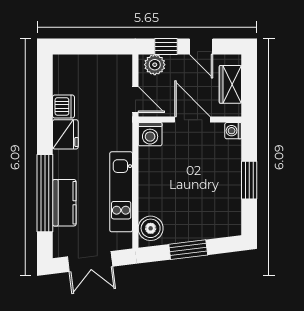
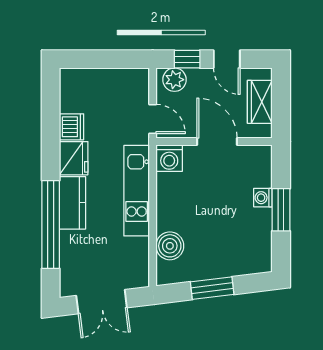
washing machine: (233, 131) -> (263, 198), moved
kitchen unit: (121, 192) -> (137, 191), moved
kitchen counter: (64, 203) -> (72, 203), moved
boiler: (151, 228) -> (170, 246), moved

